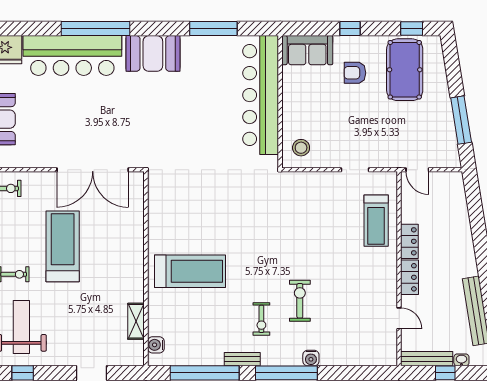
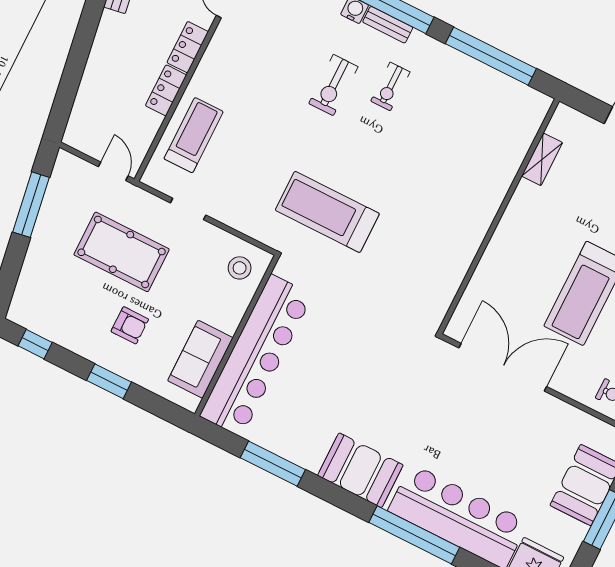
window: (350, 29) -> (109, 381), width x1.50
sofa: (307, 50) -> (200, 359), moved, turned -90
pool table: (405, 70) -> (122, 252), moved, turned 90
treadmill: (190, 271) -> (327, 212), moved
exercise bike: (261, 319) -> (390, 87), turned 180
water cooler: (156, 345) -> (532, 119), removed
bench: (242, 359) -> (388, 25), moved

